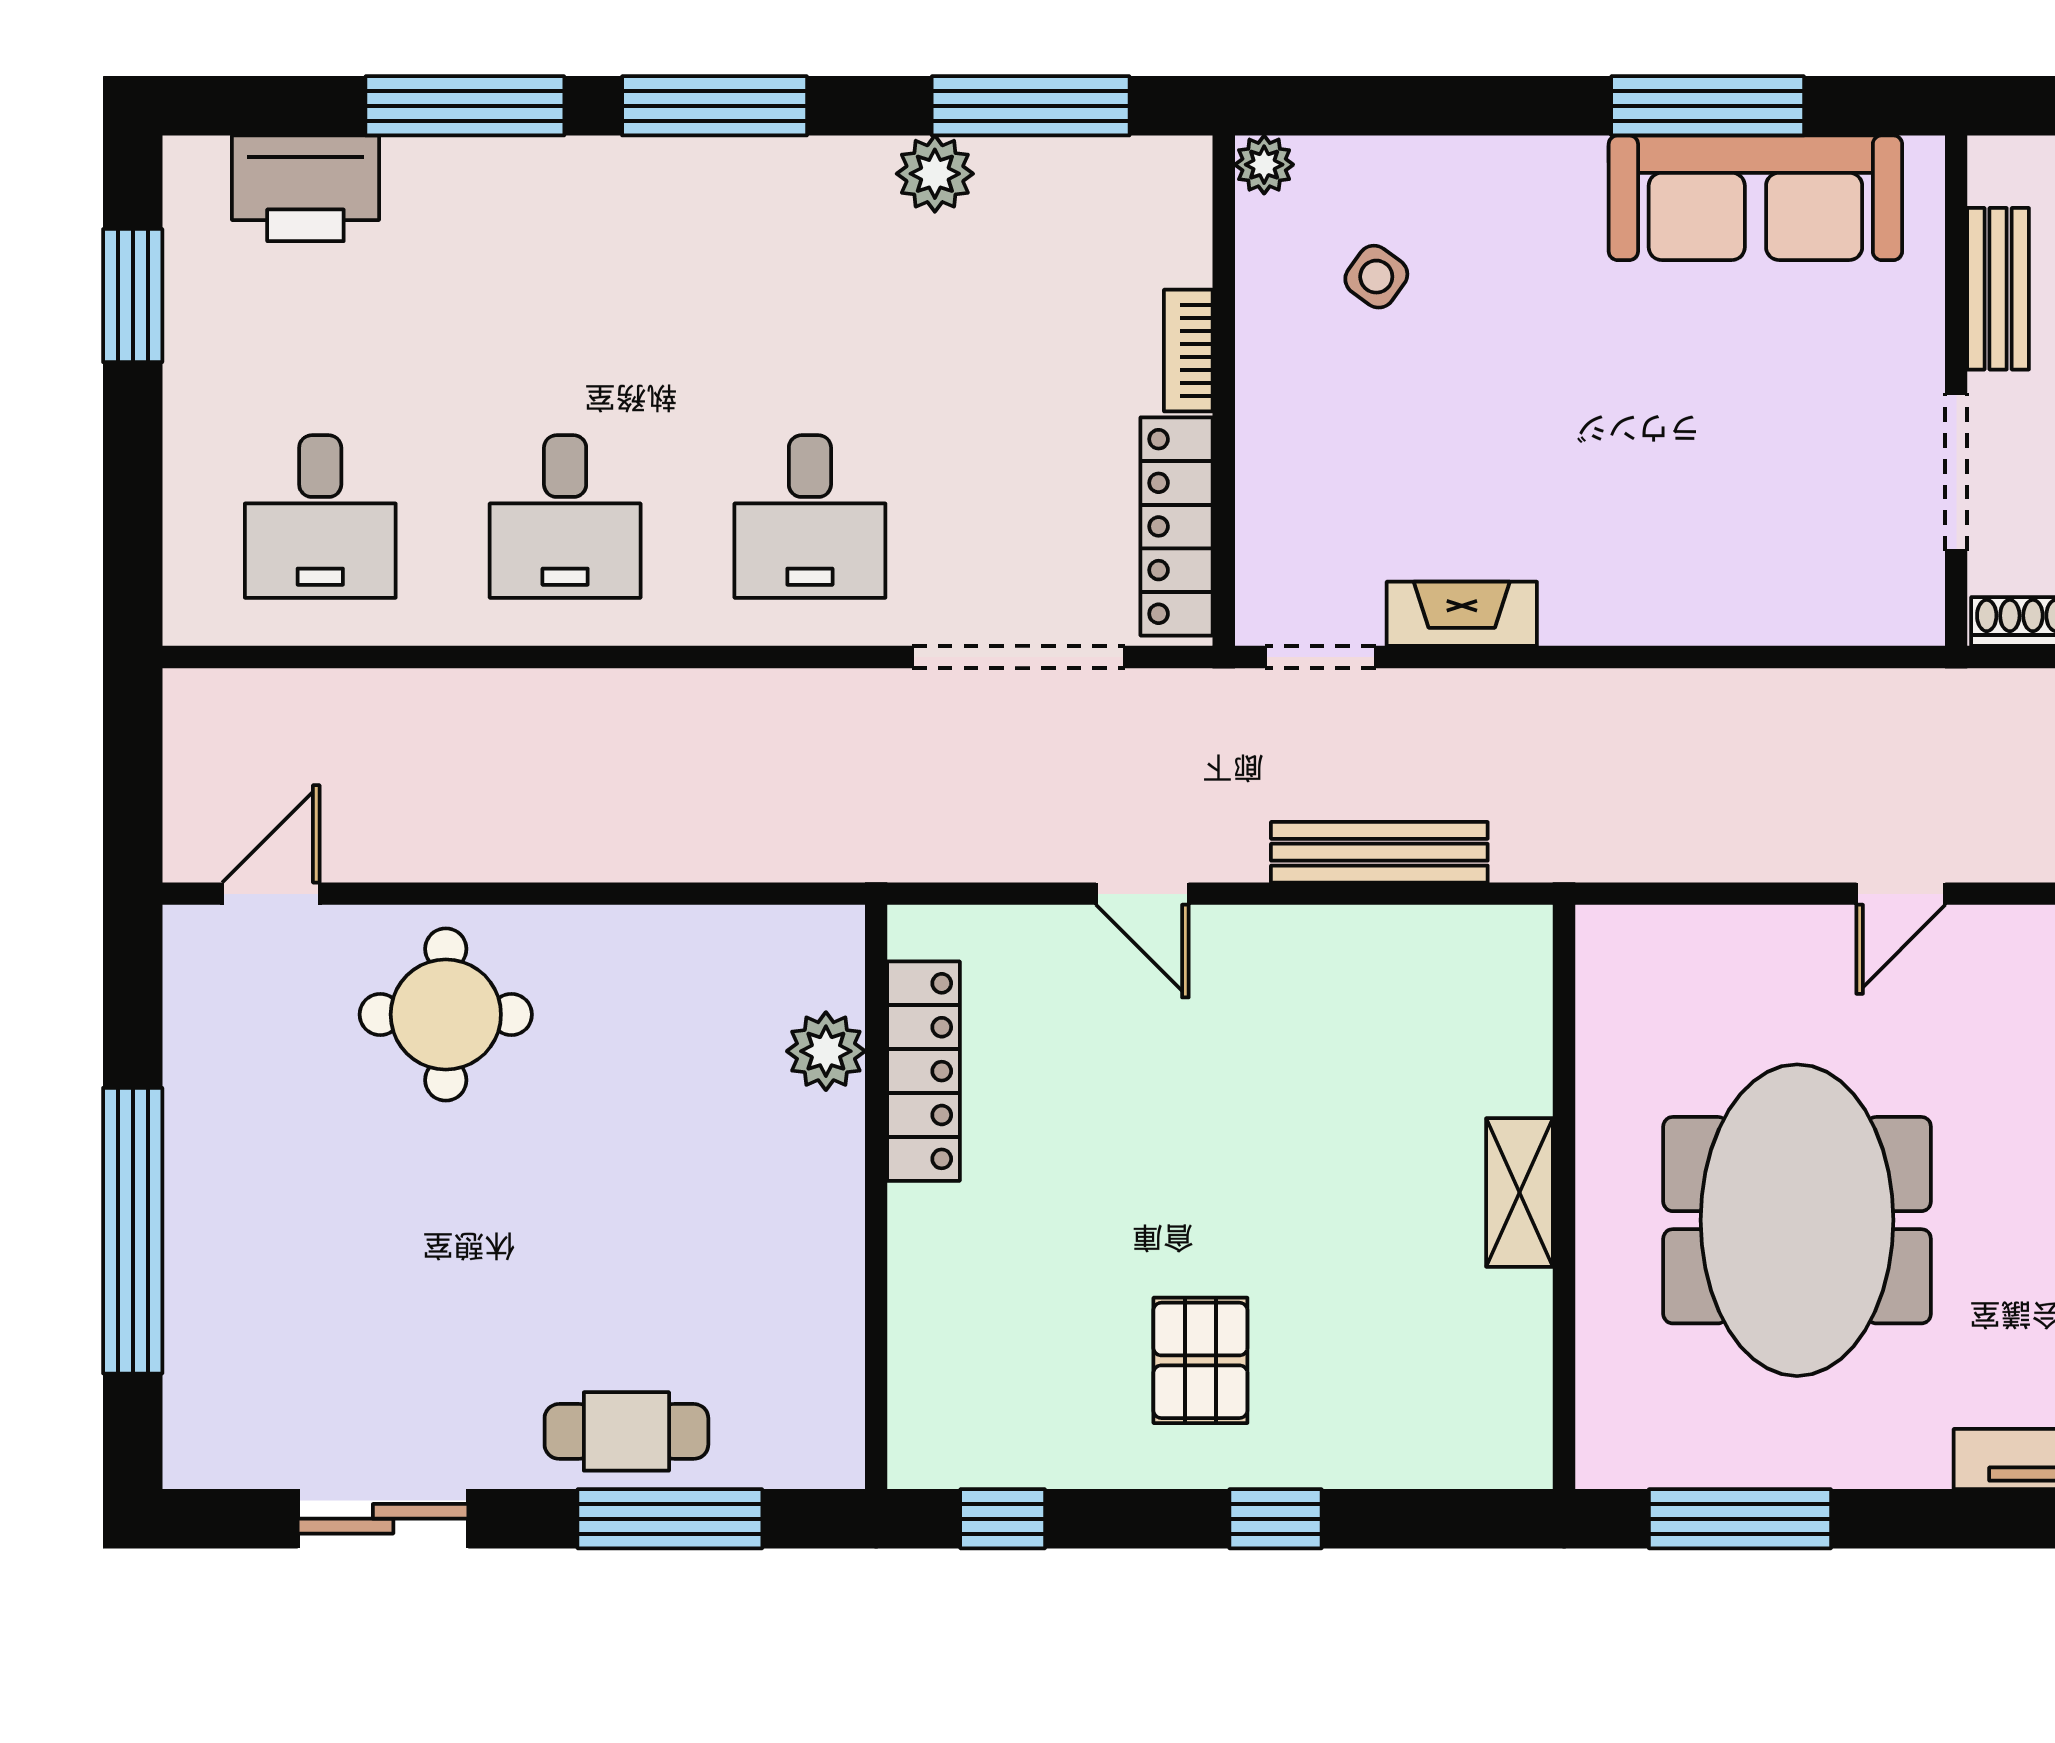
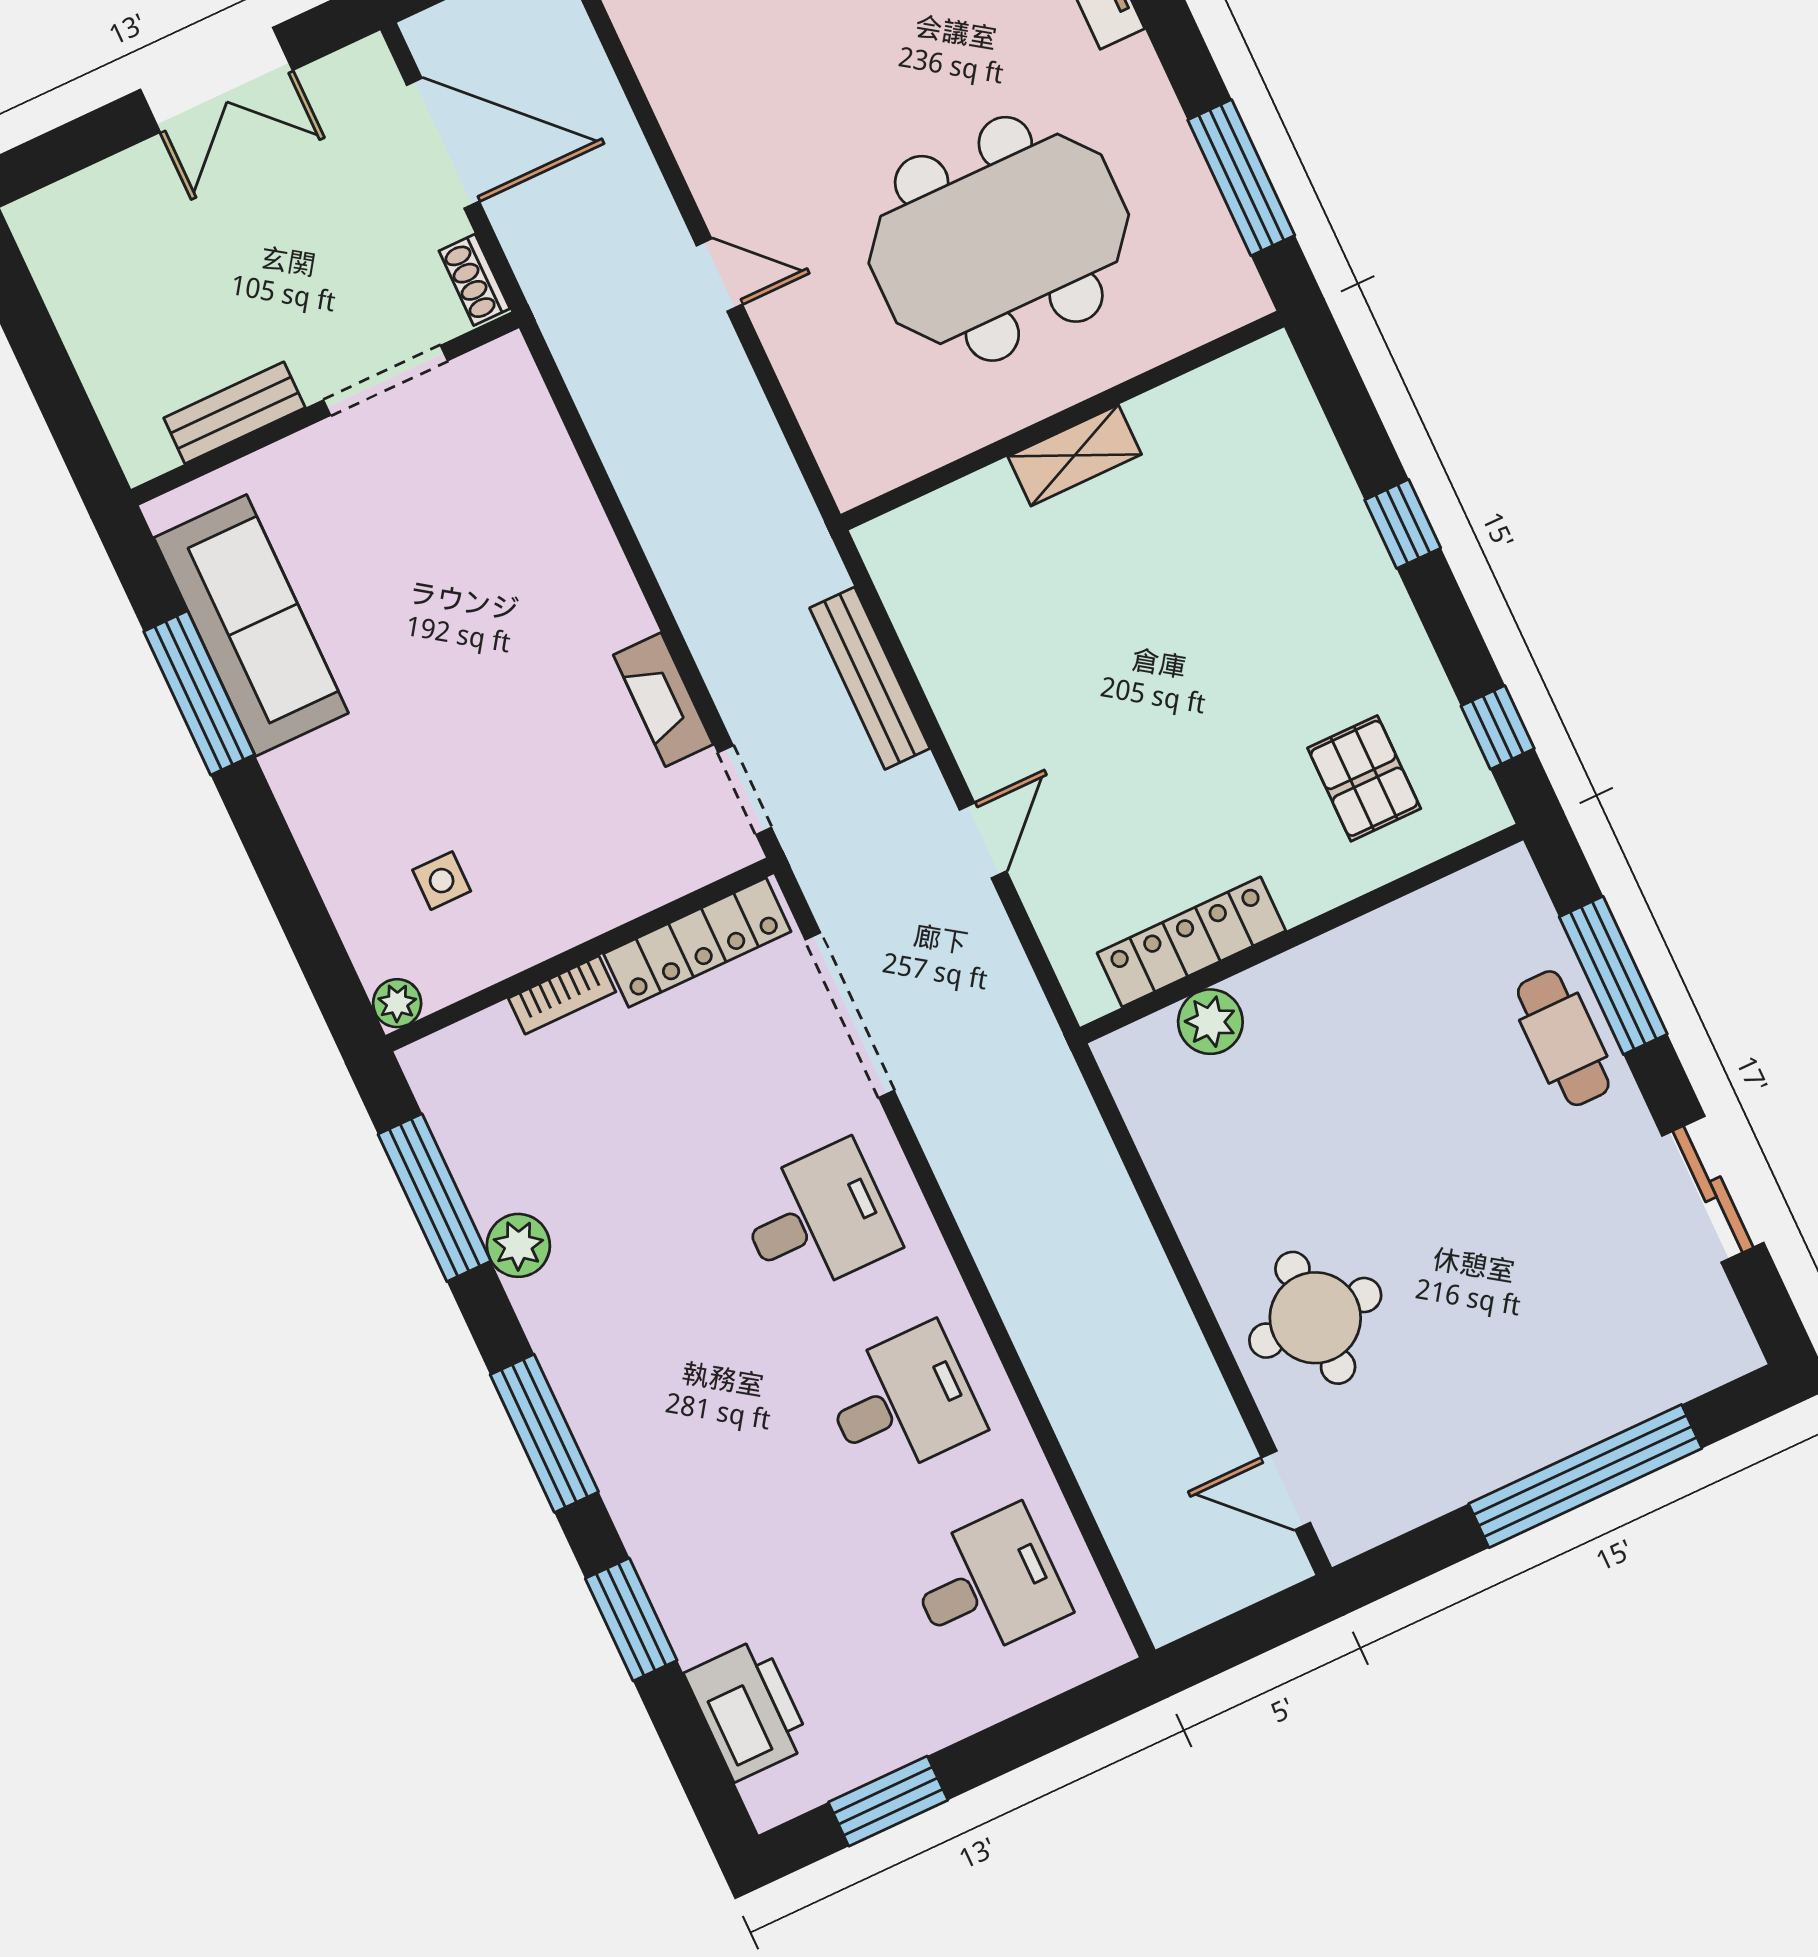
window: (465, 106) -> (631, 1619), width x0.69
side table: (1376, 277) -> (442, 881), turned -36
pallet: (1200, 1360) -> (1364, 778), moved, turned 90

